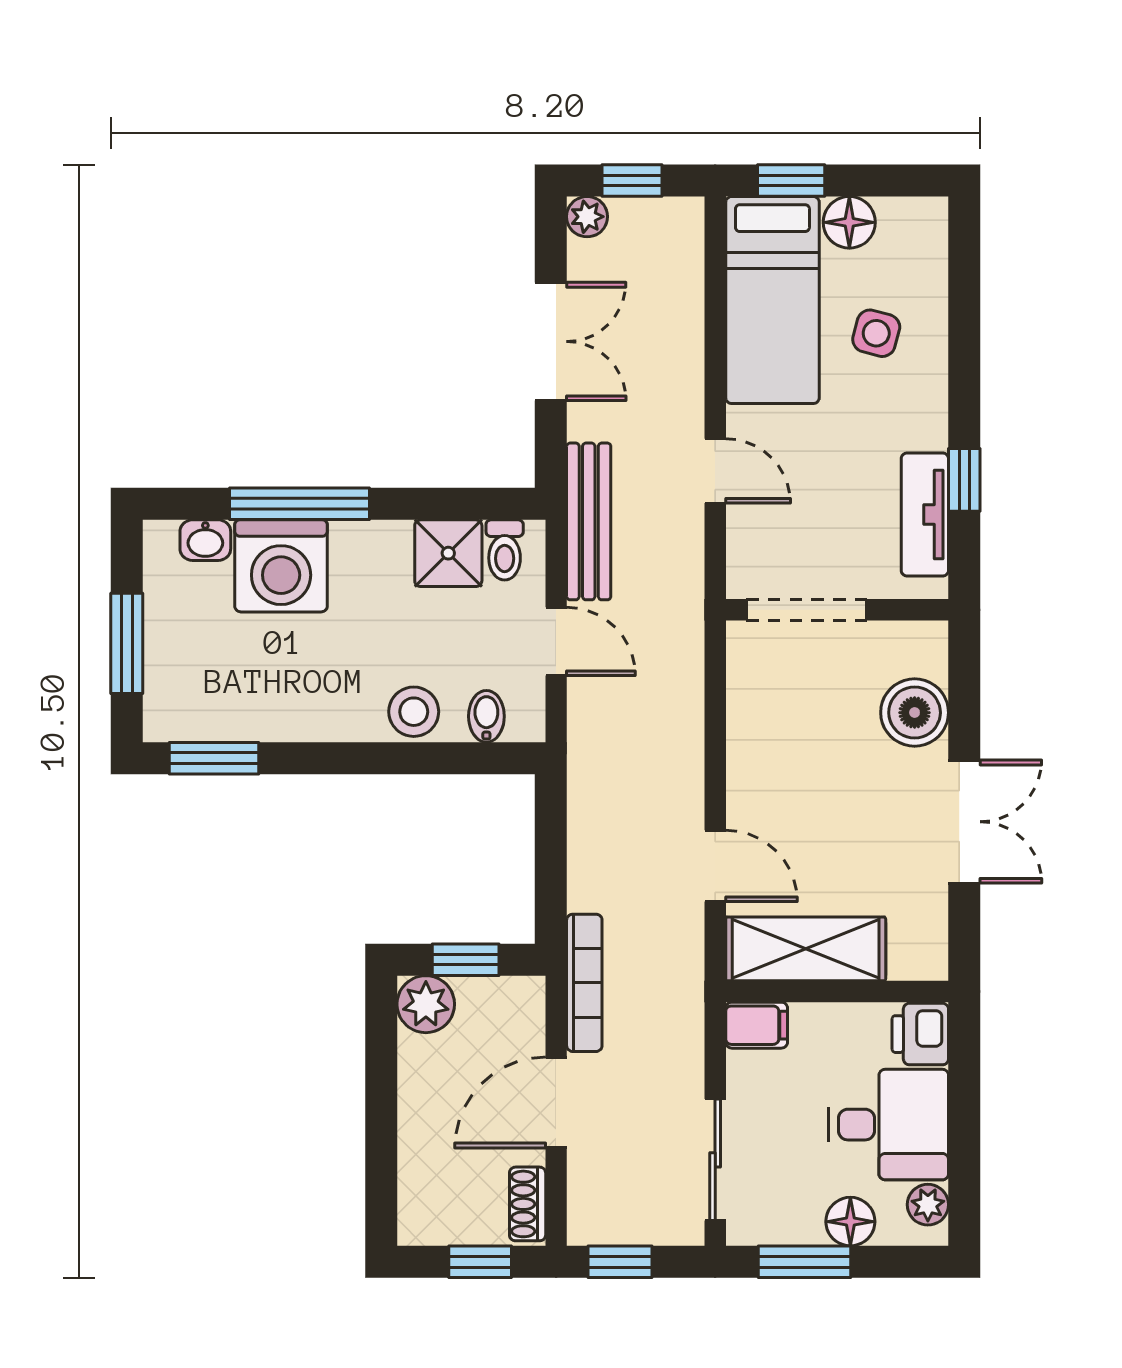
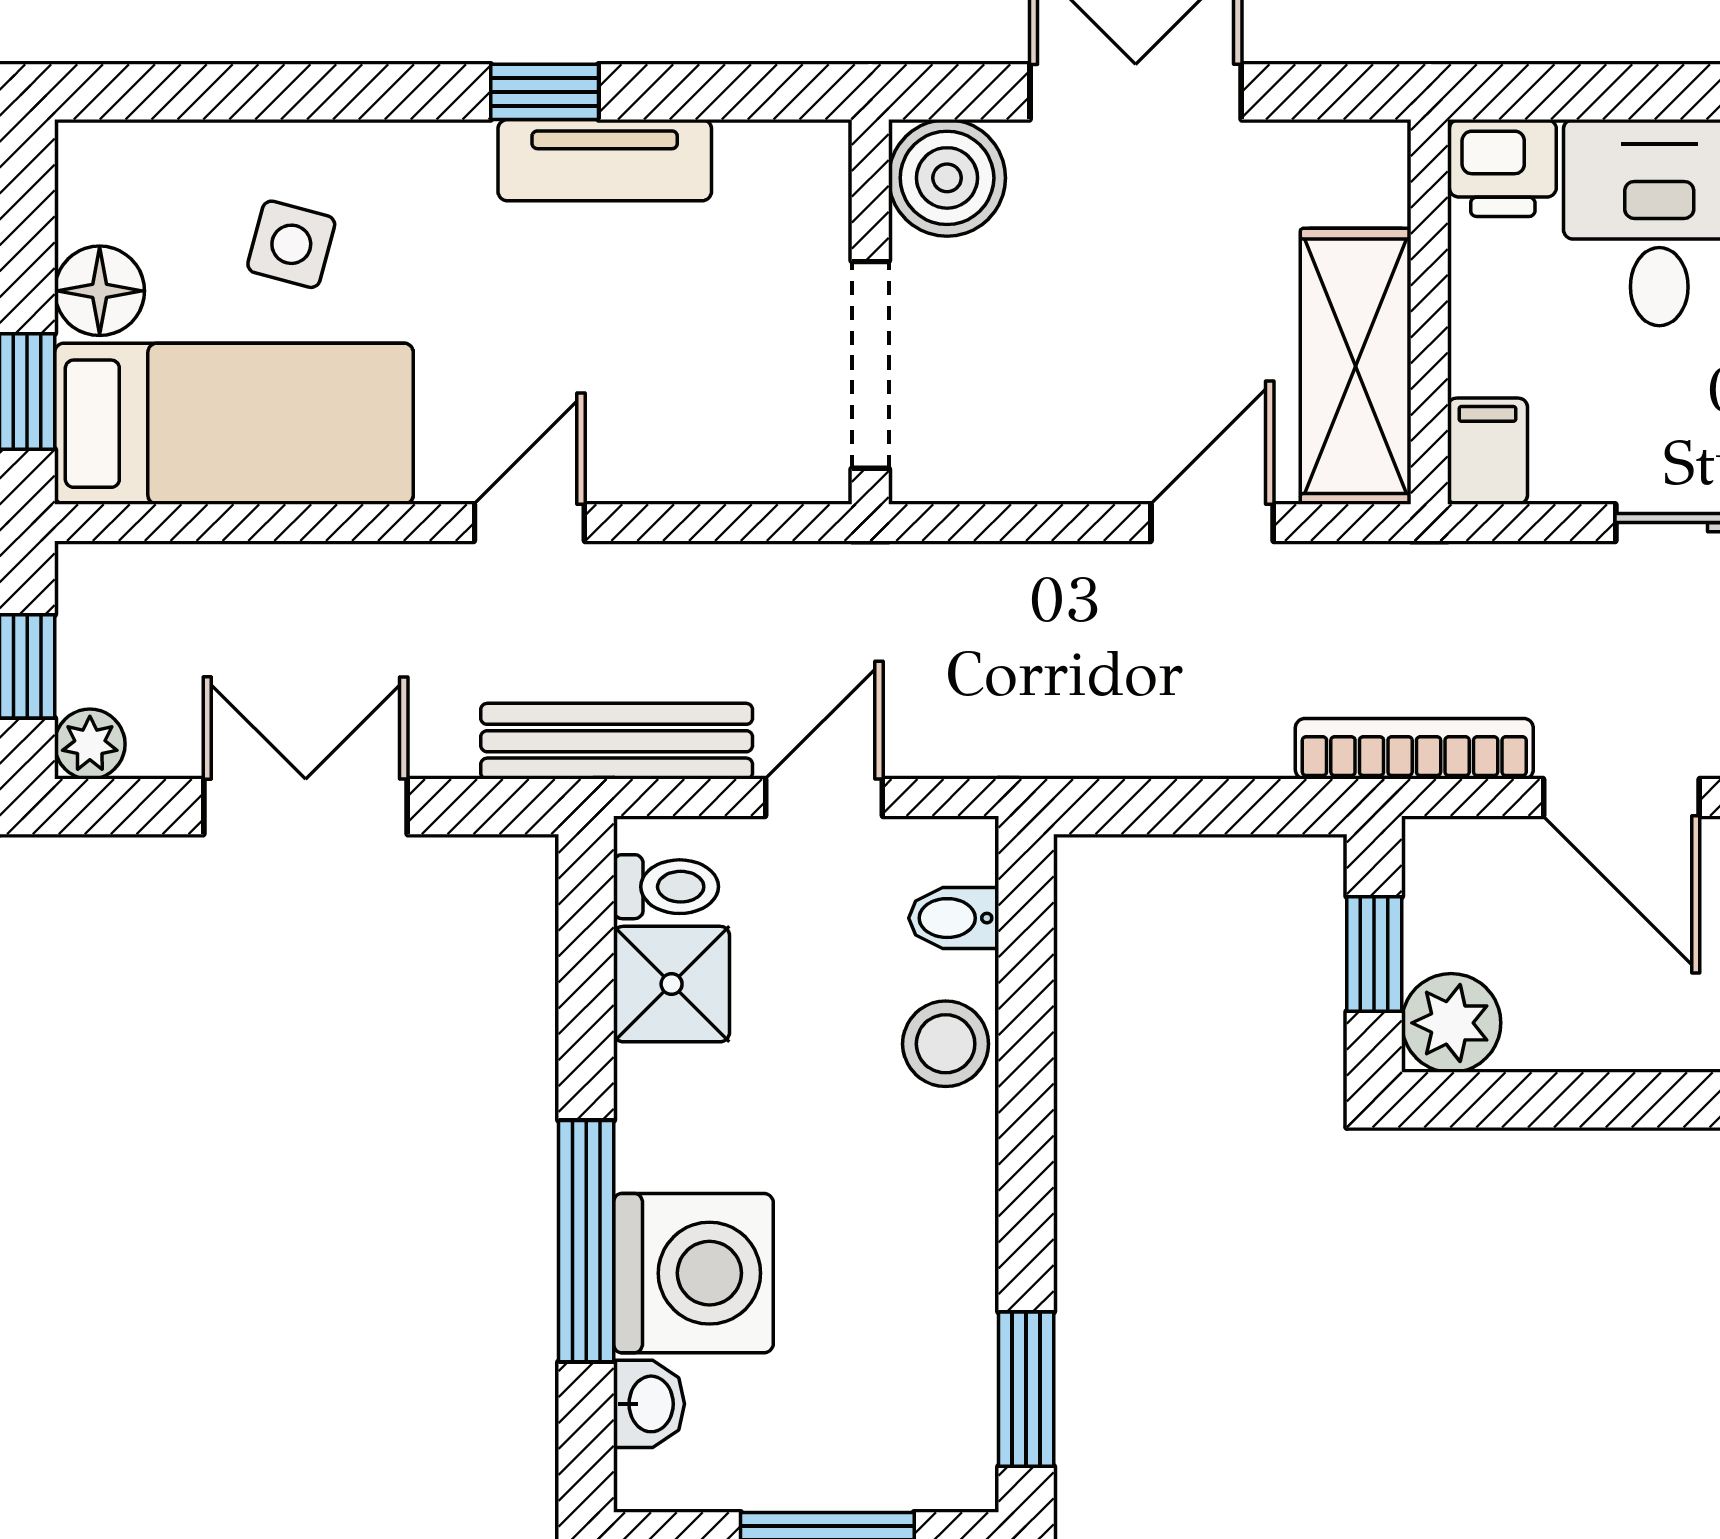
doorway: (806, 610) -> (870, 365), moved
wall: (837, 610) -> (870, 312), moved

